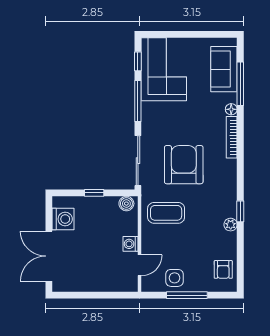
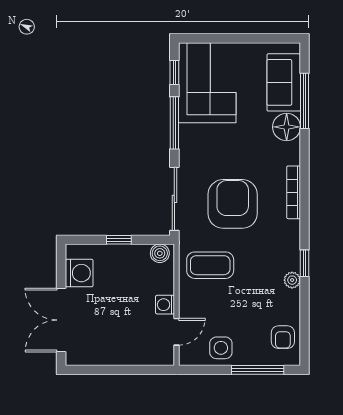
floor lamp: (231, 109) -> (287, 127), width x1.89, depth x1.89
bookcase: (232, 137) -> (294, 192), moved
window: (187, 295) -> (258, 370), moved

